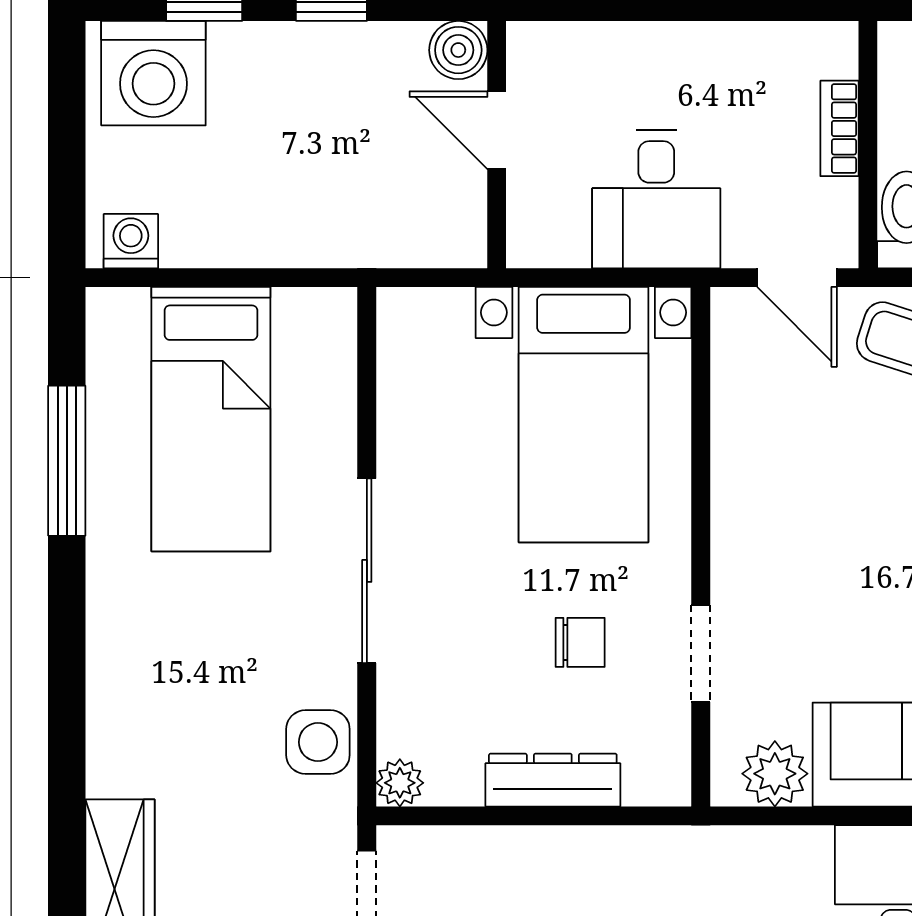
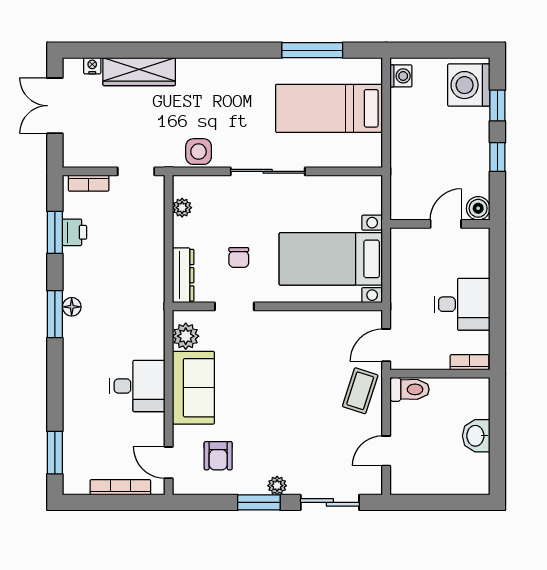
bookcase: (839, 128) -> (470, 362), moved
desk: (656, 199) -> (462, 304), moved, turned 180
dresser: (553, 780) -> (183, 275), moved
plant: (400, 783) -> (182, 208), moved

